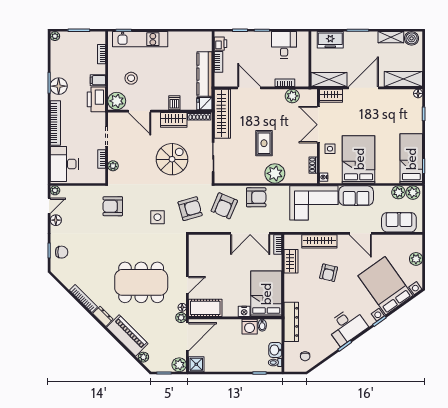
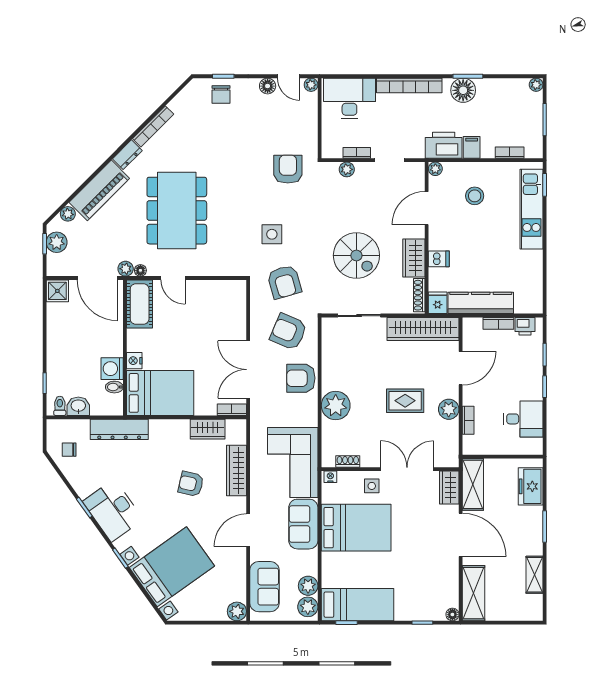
boiler: (412, 38) -> (533, 605), removed
plant: (292, 96) -> (449, 409), moved
plant: (117, 101) -> (435, 169), width x0.53, depth x0.53
rug: (264, 143) -> (405, 401), moved
armchair: (256, 197) -> (301, 378), turned 90
plant: (416, 259) -> (237, 611), moved
plant: (179, 365) -> (57, 242), moved

